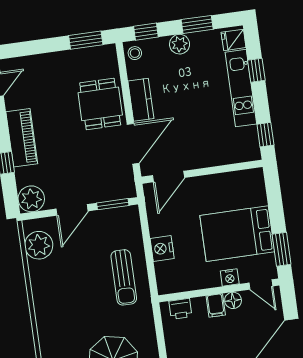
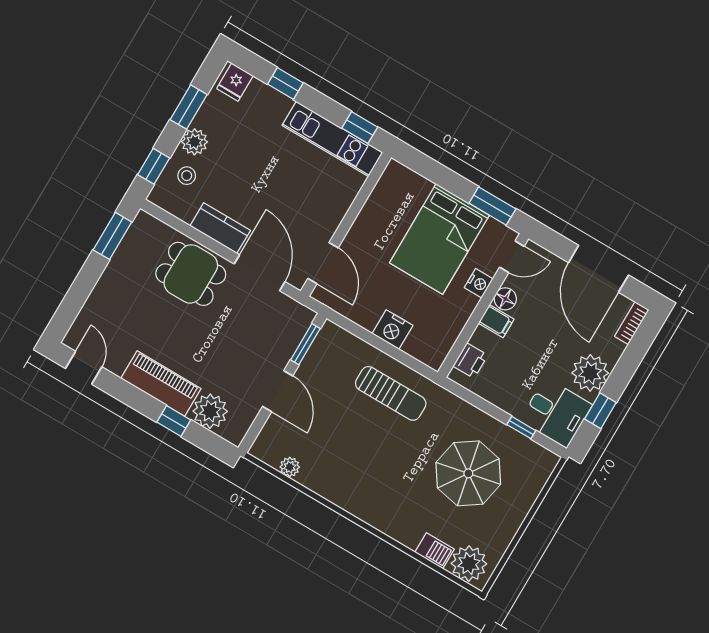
stool: (135, 53) -> (187, 176), moved
kitchen unit: (241, 88) -> (332, 139), moved
plant: (31, 199) -> (210, 411), moved
plant: (39, 245) -> (290, 467), width x0.53, depth x0.53

